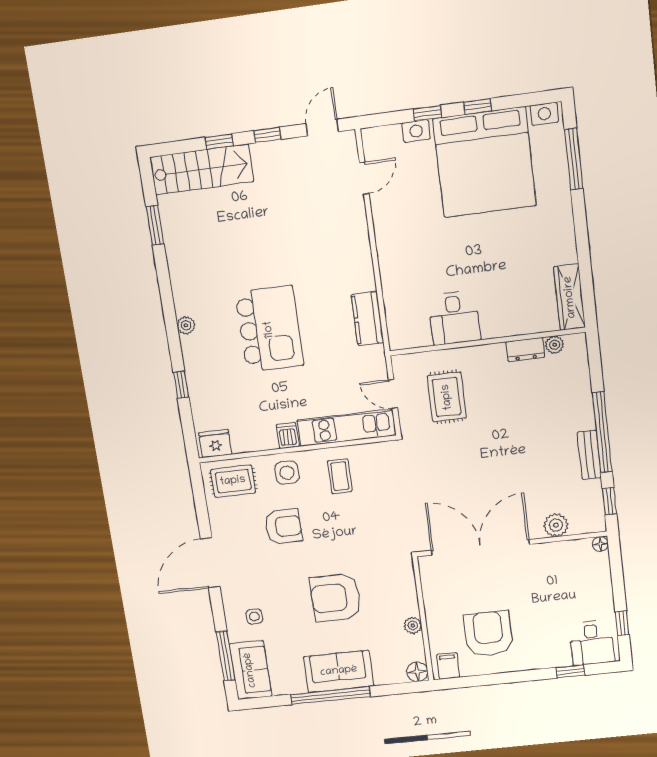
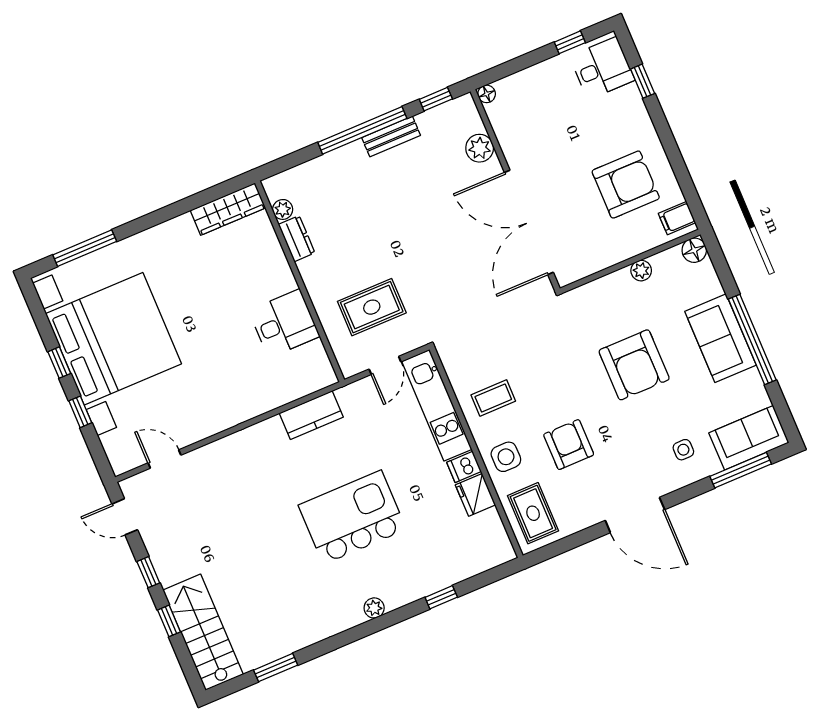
fridge: (215, 444) -> (475, 495), moved
armchair: (488, 634) -> (626, 185), turned 180

